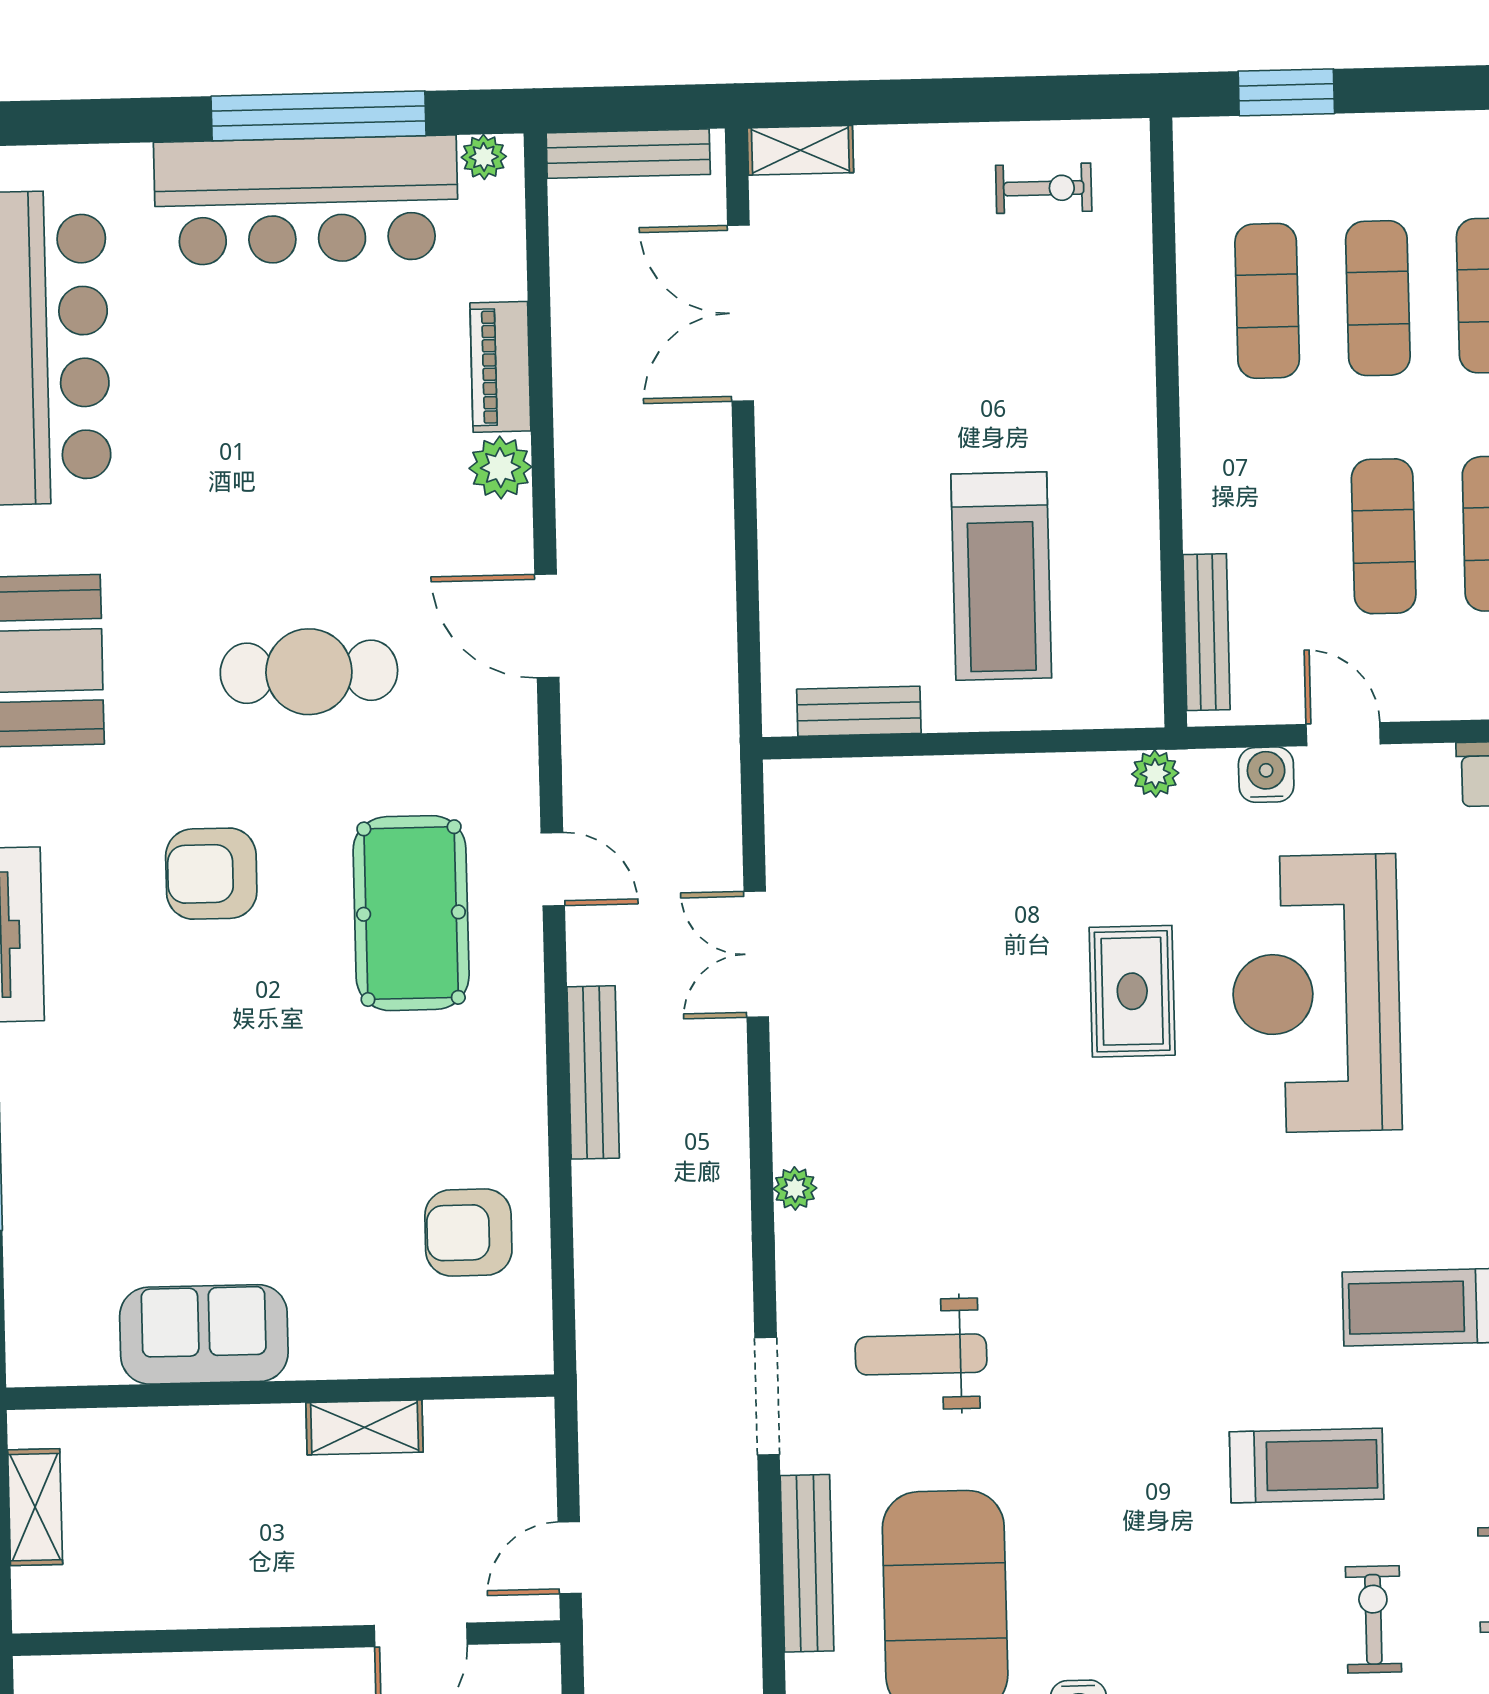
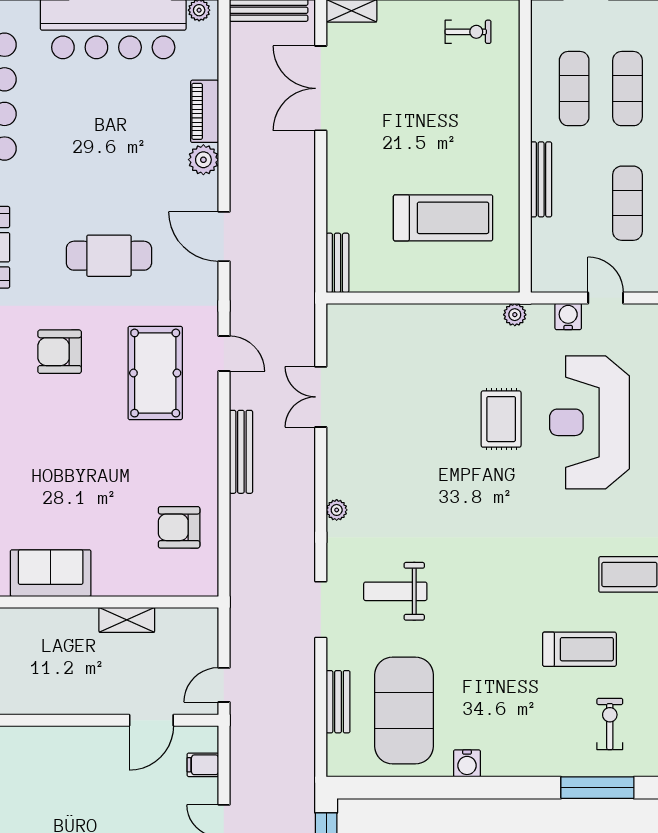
treadmill: (1001, 576) -> (443, 218), turned -90
bench: (1207, 632) -> (541, 179), moved
bench: (859, 711) -> (337, 263), moved, turned 90
bench: (807, 1563) -> (338, 702), width x0.73

